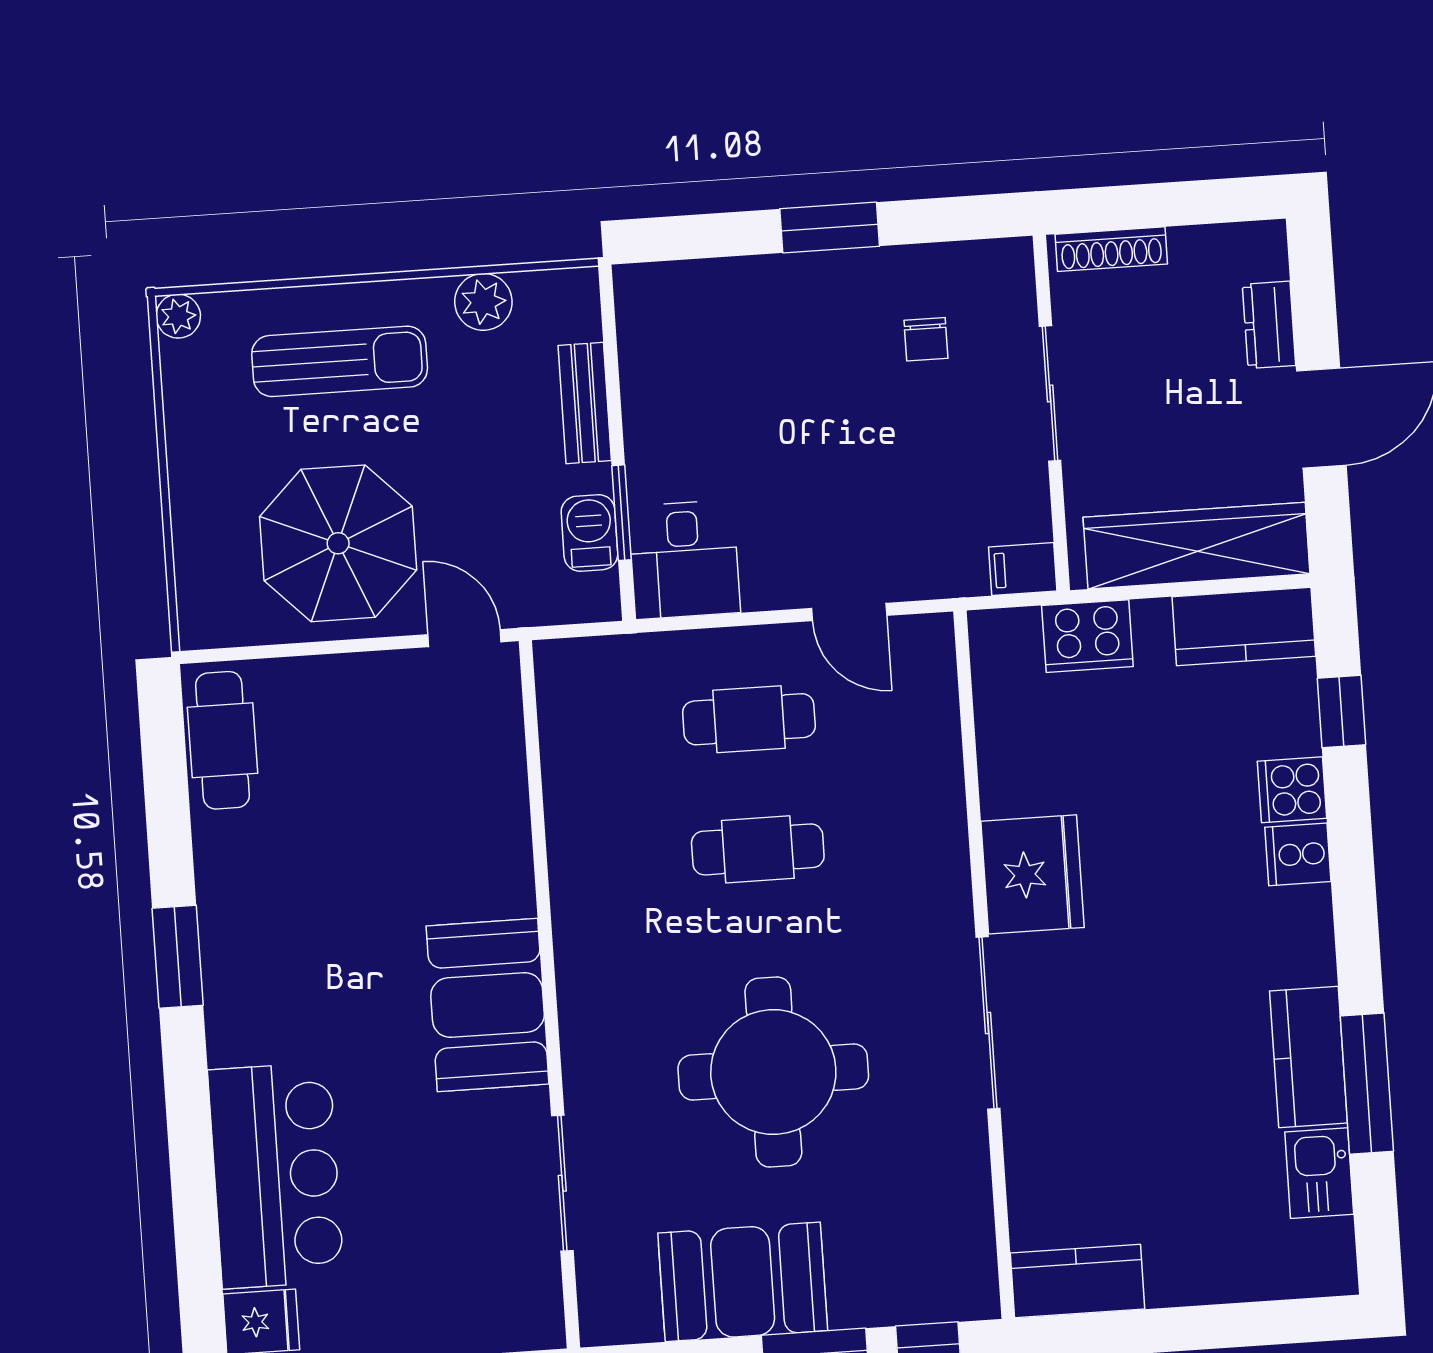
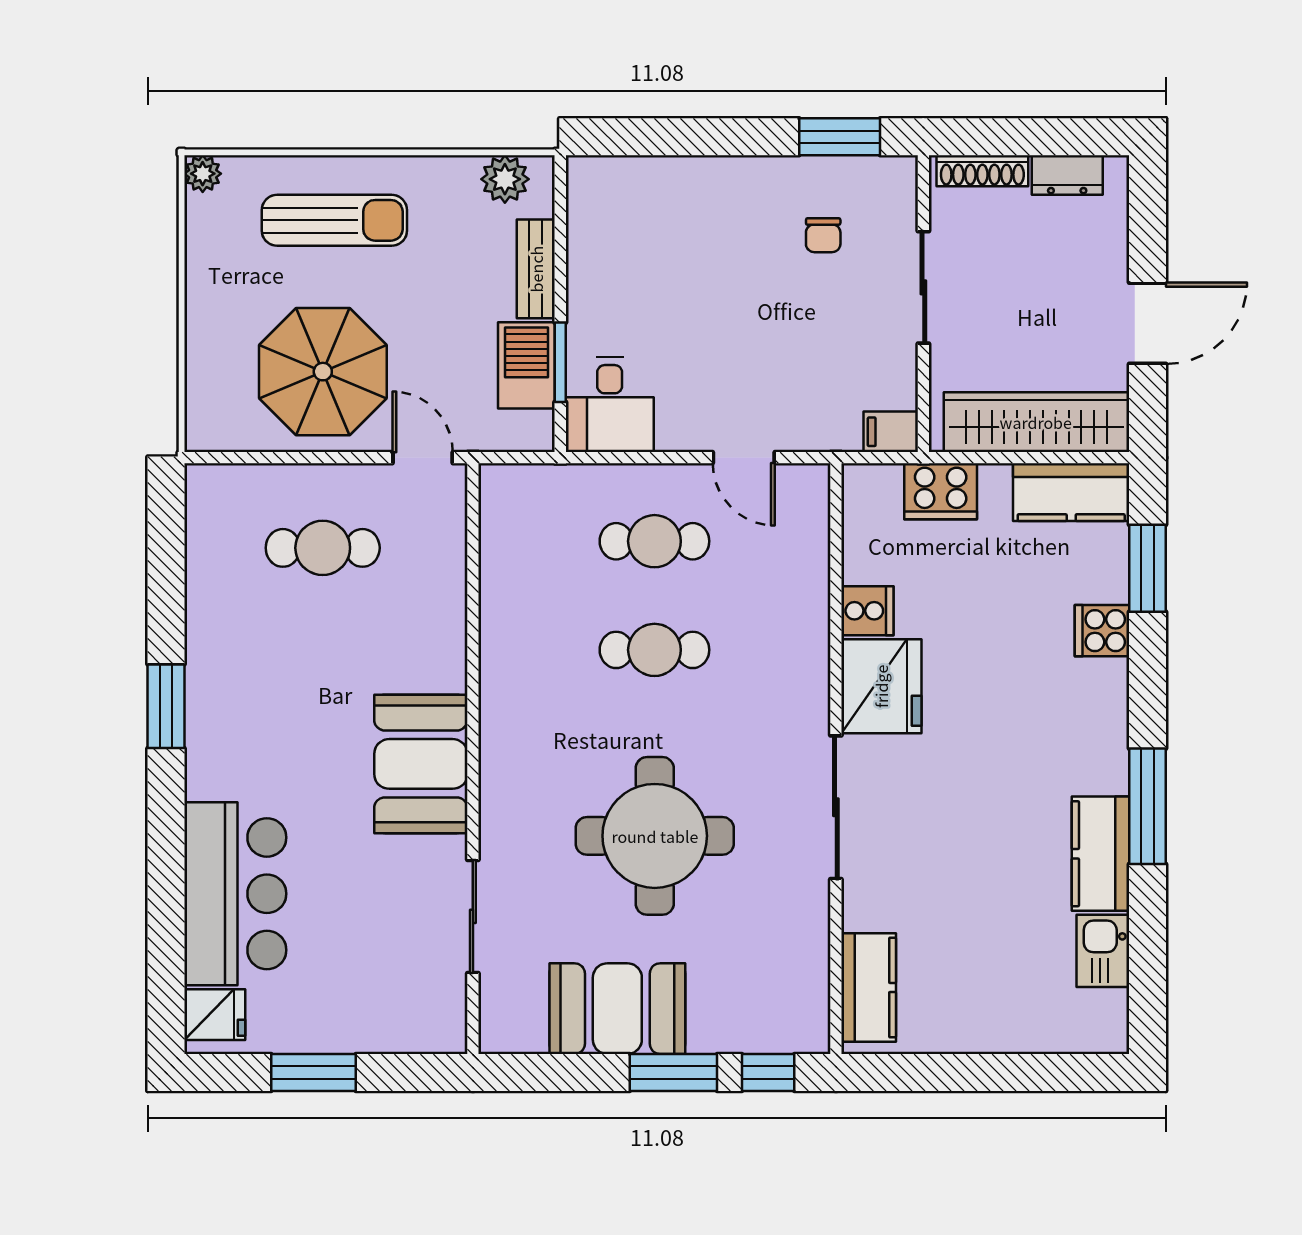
window: (830, 227) -> (840, 137), moved
plant: (483, 302) -> (505, 179), moved
dresser: (1269, 325) -> (1067, 175), moved, turned -90
barbecue: (589, 533) -> (526, 365), width x1.38, depth x1.27
window: (1341, 711) -> (1148, 568), width x1.50
cafe table: (223, 740) -> (323, 548), moved, turned 90
cooker: (1298, 854) -> (867, 611), moved, turned 180
window: (1367, 1084) -> (1148, 806), moved
kitchen counter: (1078, 1281) -> (869, 987), moved, turned 90

